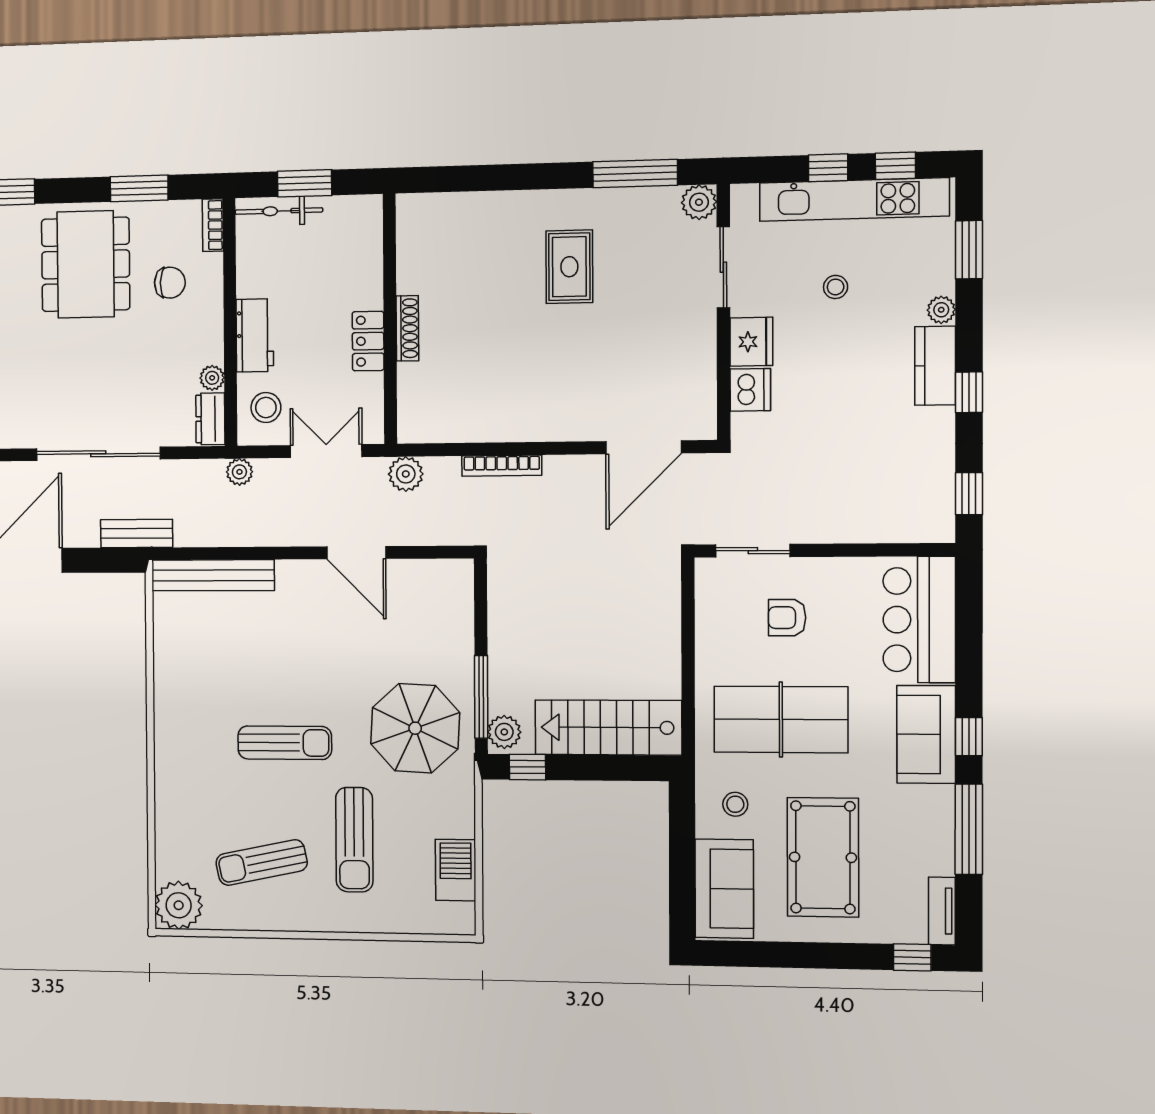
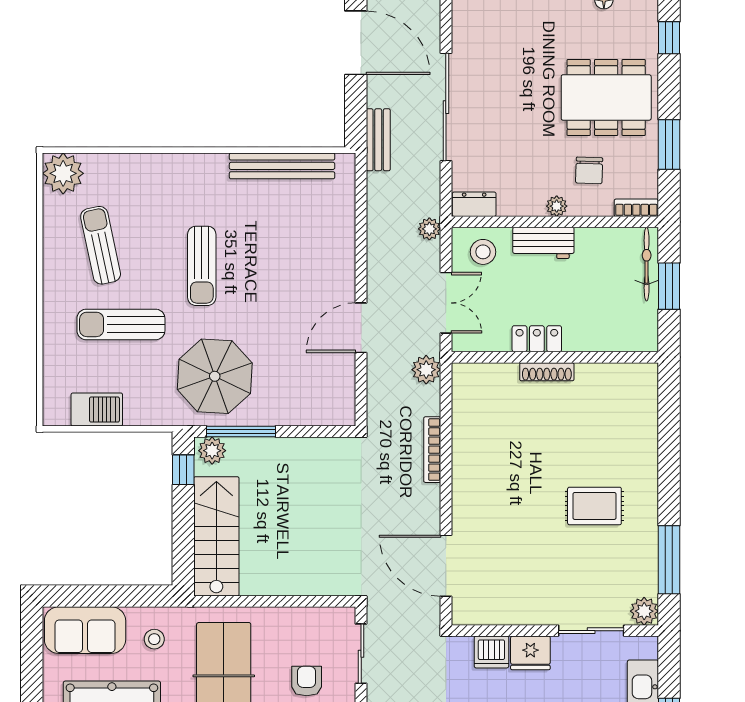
plant: (212, 378) -> (557, 206), moved
bench: (213, 575) -> (282, 166), moved, turned 90

